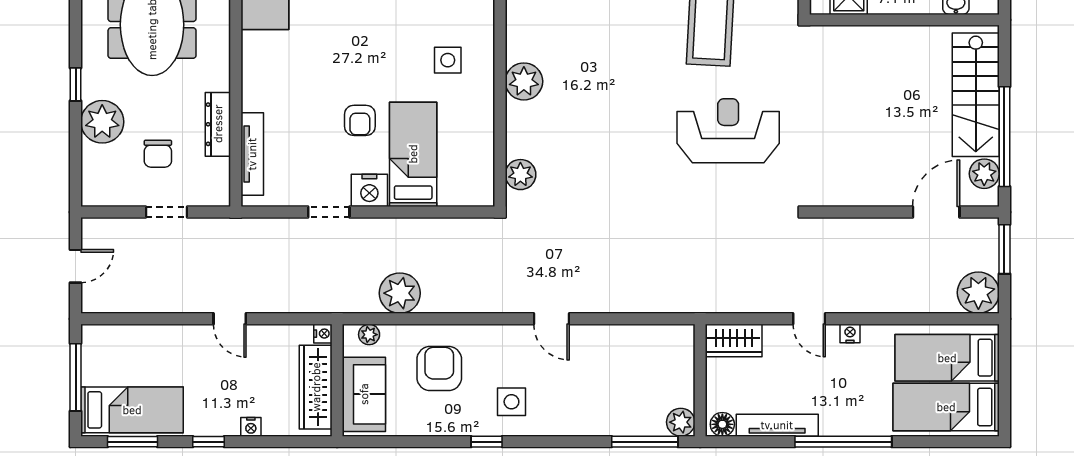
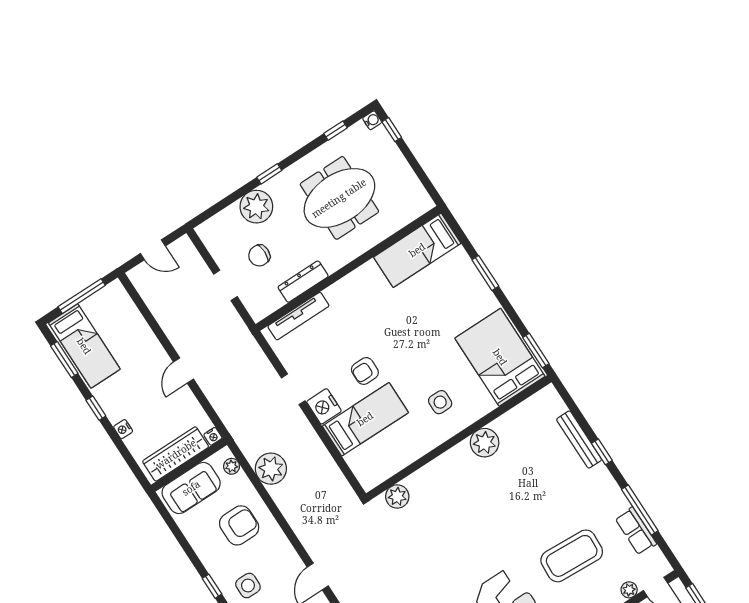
plant: (524, 81) -> (485, 443), moved

